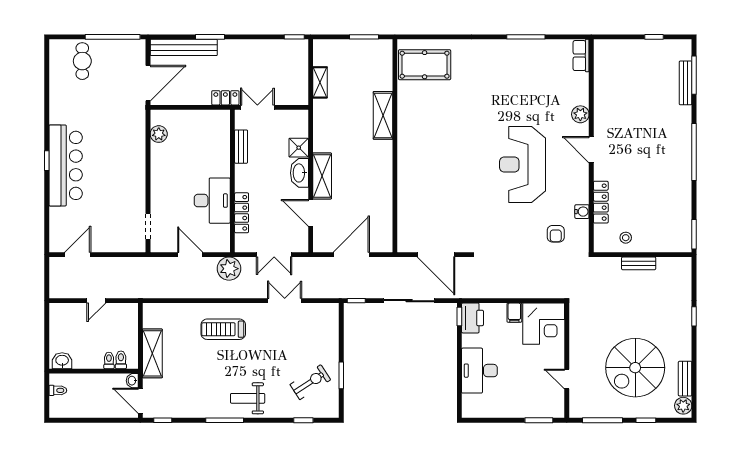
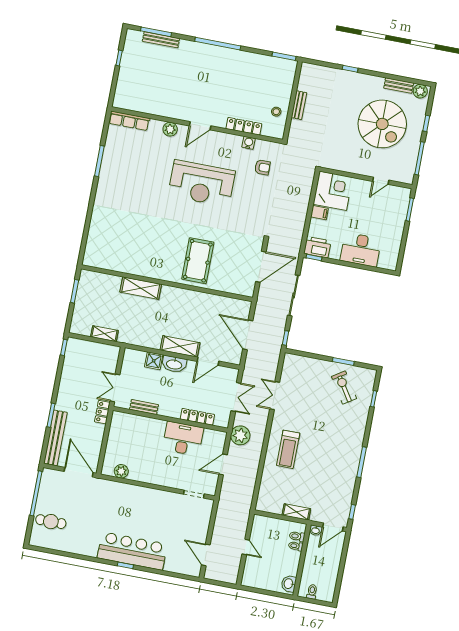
row of seats: (581, 56) -> (129, 121), width x1.48
pool table: (425, 65) -> (198, 261), moved
shelving: (152, 353) -> (296, 512), width x0.67, depth x0.75
weight bench: (248, 398) -> (347, 440), removed

